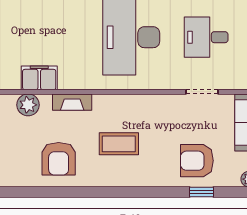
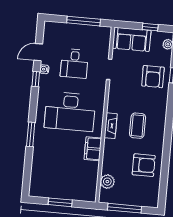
filing cabinet: (39, 78) -> (93, 149), moved
fireplace: (72, 102) -> (111, 126), moved

